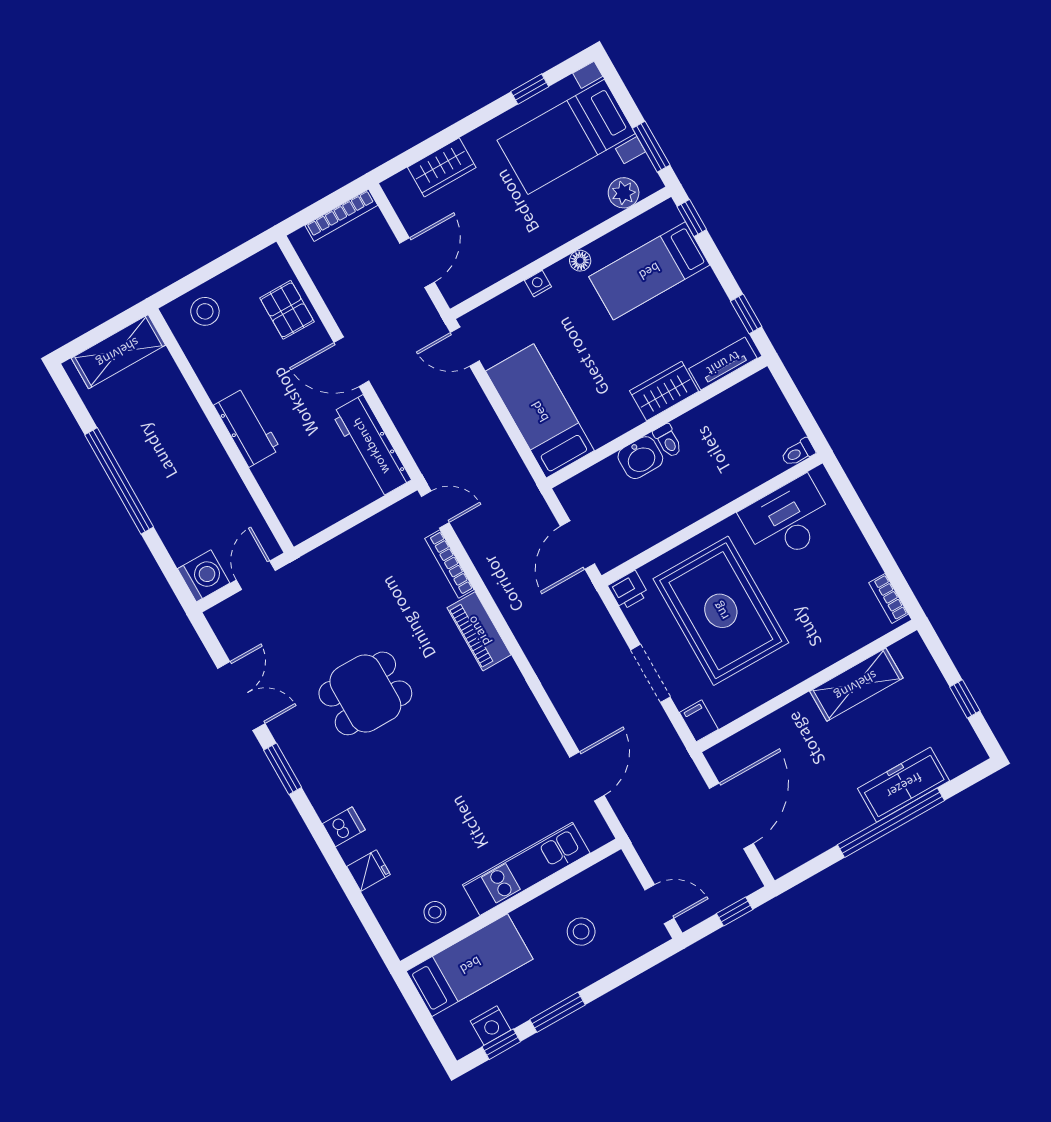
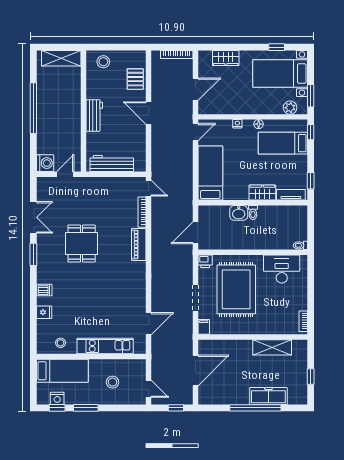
door: (465, 347) -> (195, 132), swing flipped
workbench: (371, 446) -> (112, 163), moved, turned 90
dining table: (365, 693) -> (82, 244), turned 90

